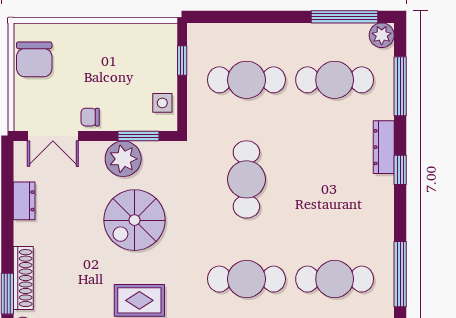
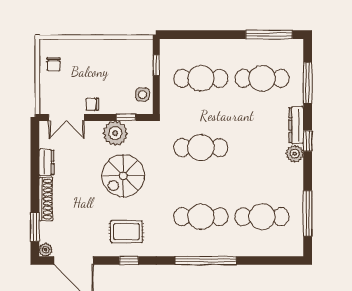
plant: (382, 35) -> (295, 154), moved
chair: (34, 59) -> (53, 64), width x0.54, depth x0.54
window: (139, 136) -> (126, 117), width x0.67
cafe table: (246, 179) -> (201, 148), turned 90
shoe rack: (23, 278) -> (46, 199), moved

